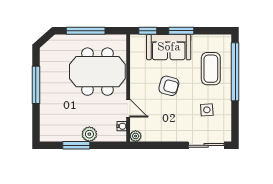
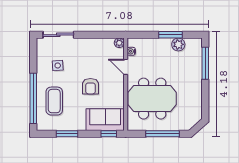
window: (181, 31) -> (67, 134), moved
sofa: (169, 47) -> (105, 120), moved
window: (36, 85) -> (205, 63), moved
armchair: (169, 86) -> (90, 86), turned -105
plant: (89, 134) -> (178, 44), moved

